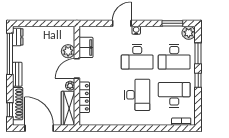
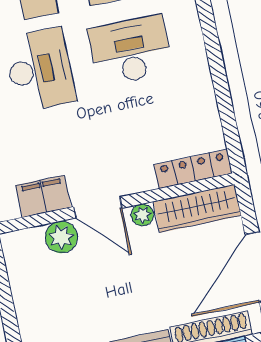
locker: (84, 97) -> (193, 169), moved

